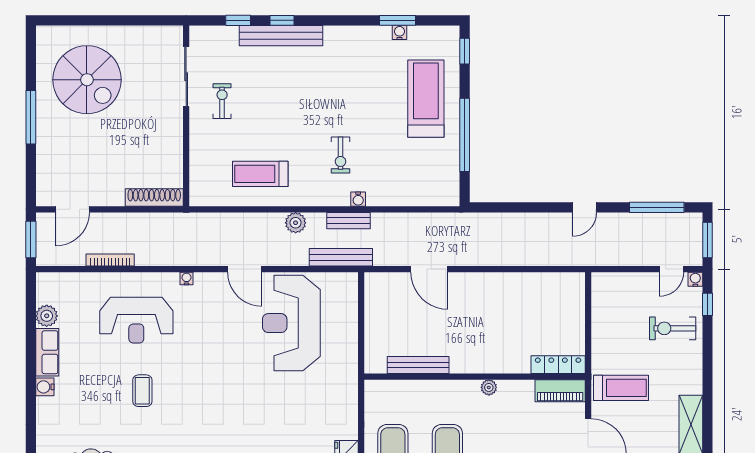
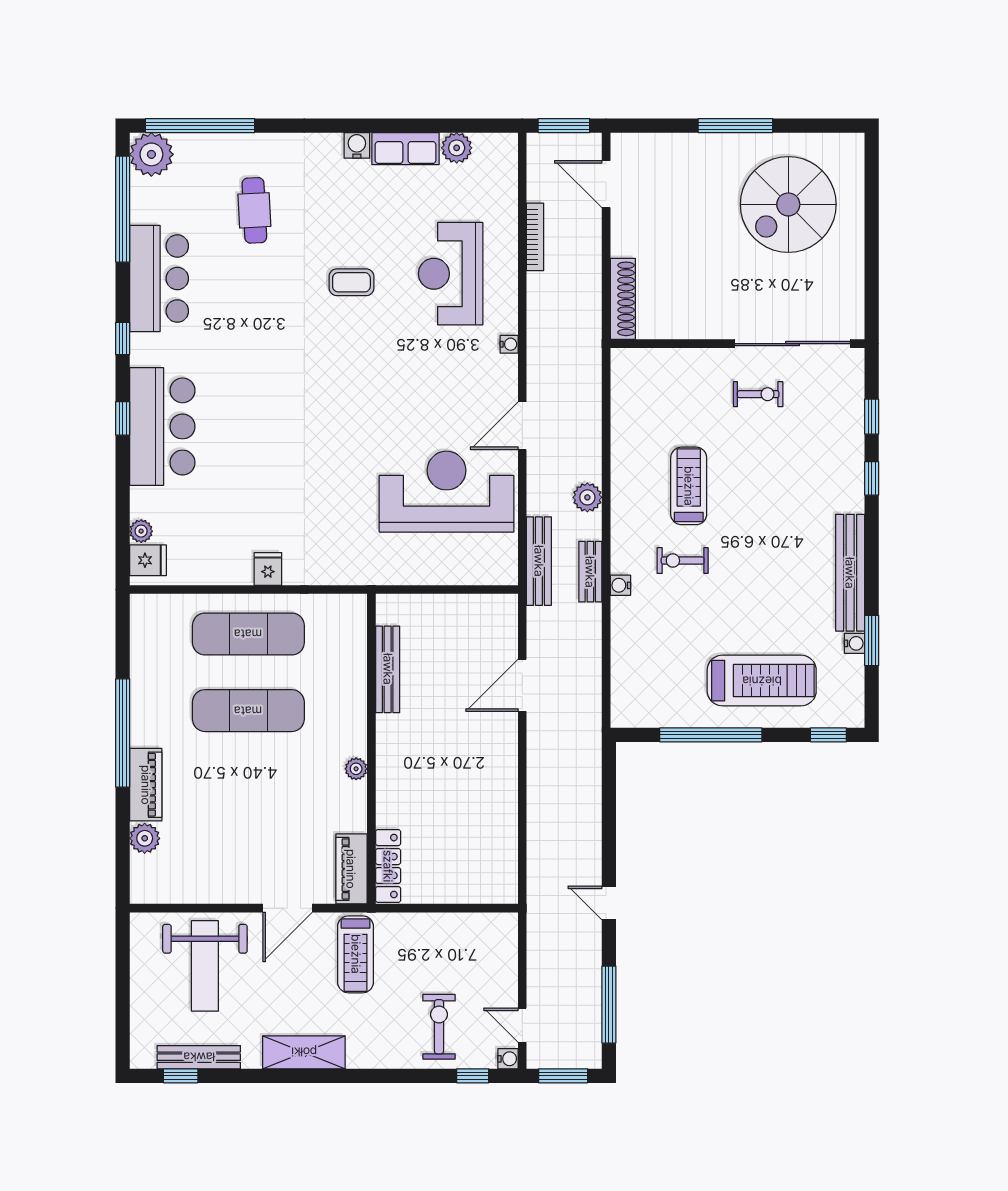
bench: (281, 36) -> (850, 573), moved
sliding door: (186, 77) -> (793, 344), width x1.36
treadmill: (260, 174) -> (689, 486), moved

